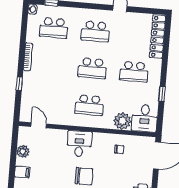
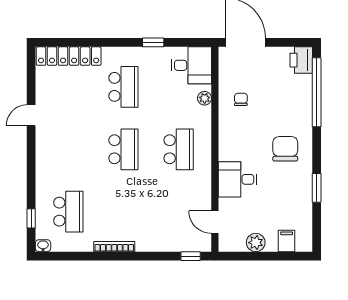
school desk: (95, 31) -> (68, 149), removed
window: (19, 84) -> (191, 256), moved
plant: (122, 121) -> (205, 98), width x0.53, depth x0.53
door: (39, 125) -> (215, 222), hinge flipped
desk: (79, 144) -> (238, 179), moved

